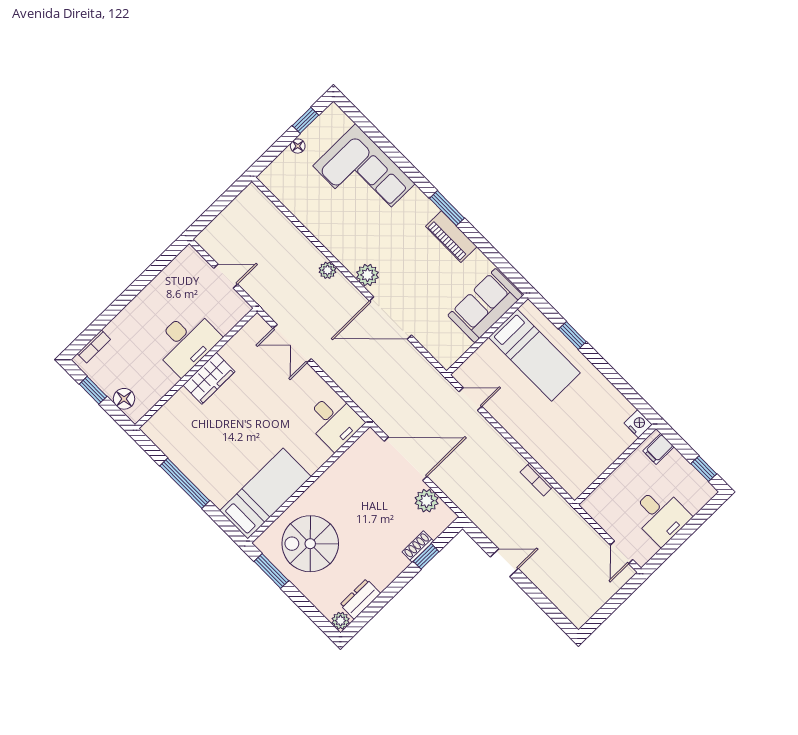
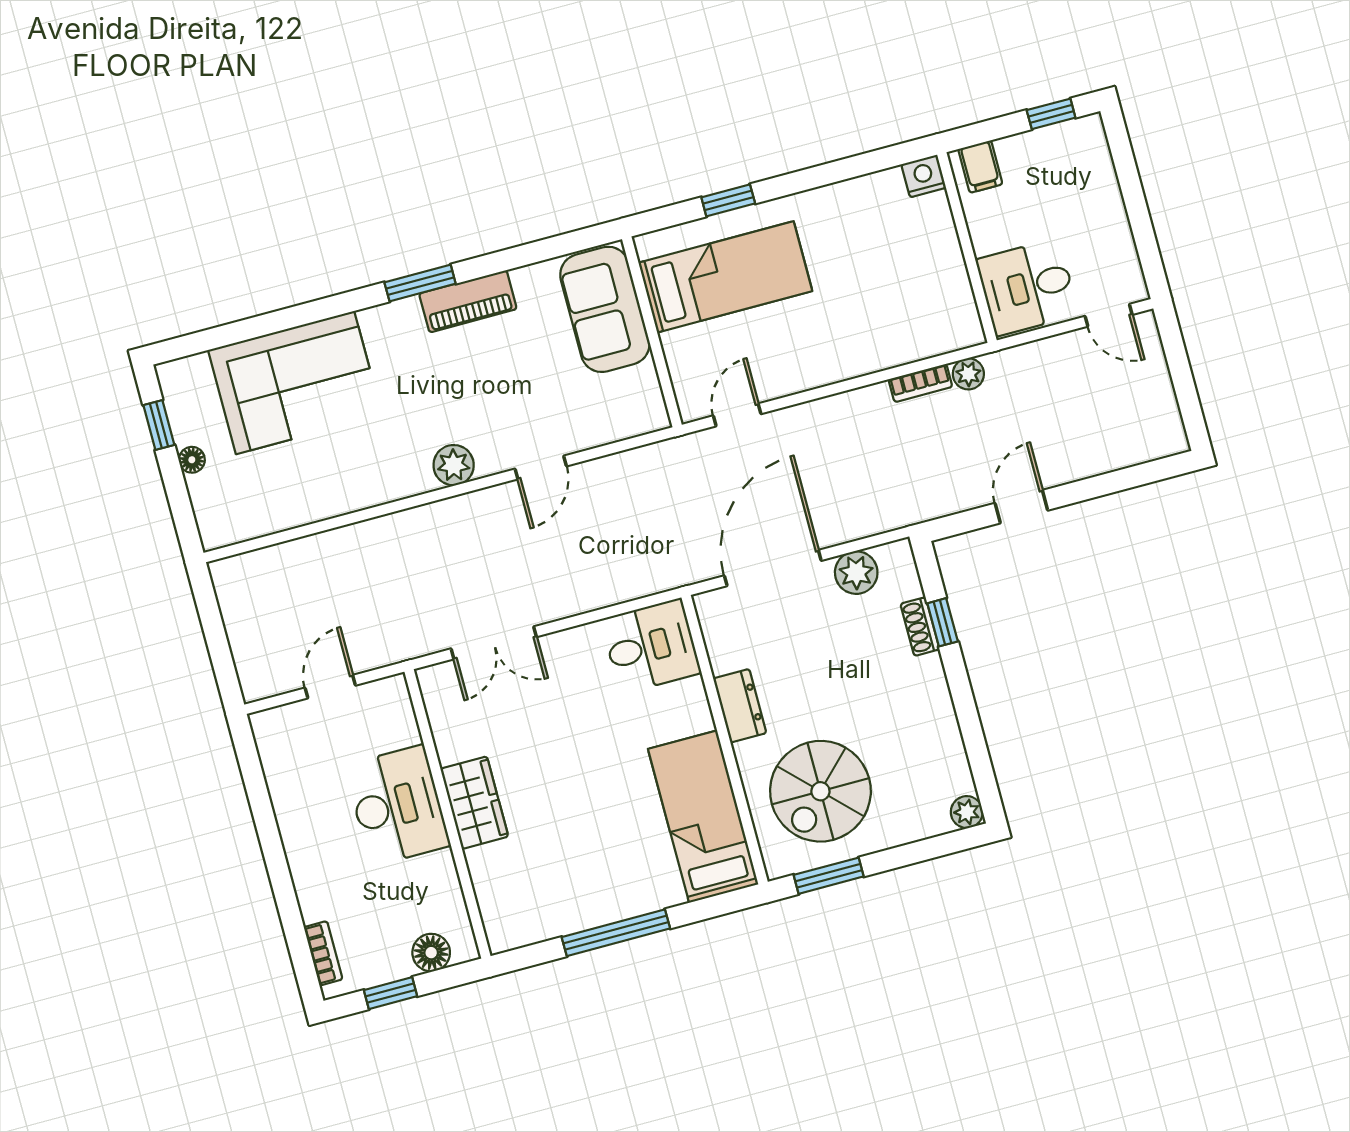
plant: (327, 270) -> (968, 374), moved
door: (390, 318) -> (541, 468), width x0.53
desk: (660, 515) -> (1027, 287), moved, turned 180
dresser: (360, 599) -> (740, 706), moved, turned 180

